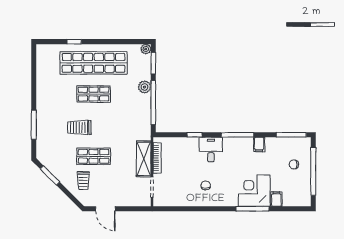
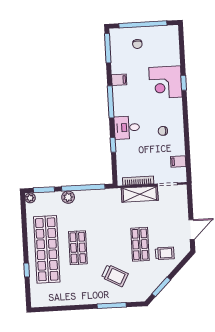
trolley: (79, 127) -> (115, 276), moved, turned -62
filing cabinet: (276, 199) -> (178, 161), moved
window: (253, 209) -> (184, 83), width x0.46

